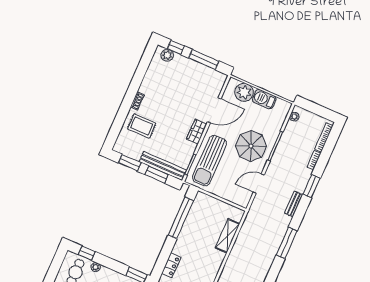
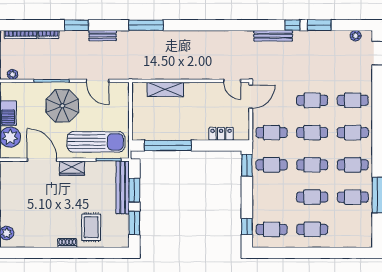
plant: (96, 267) -> (257, 211), removed

